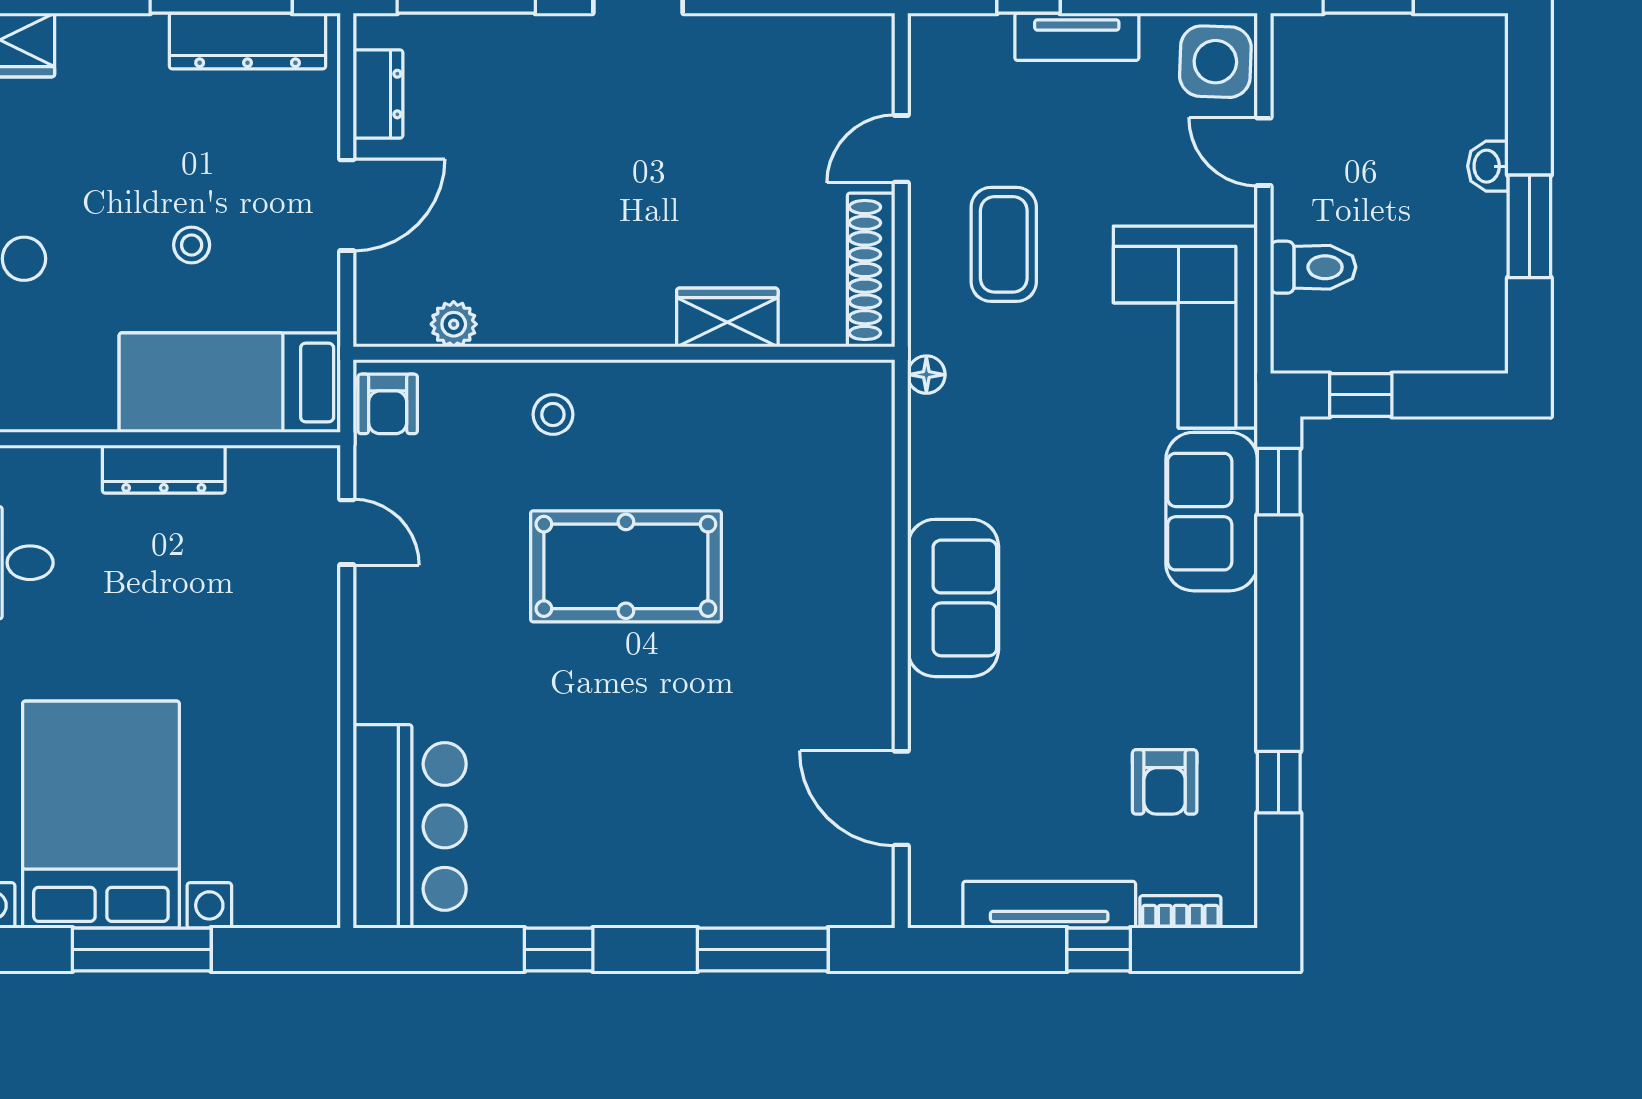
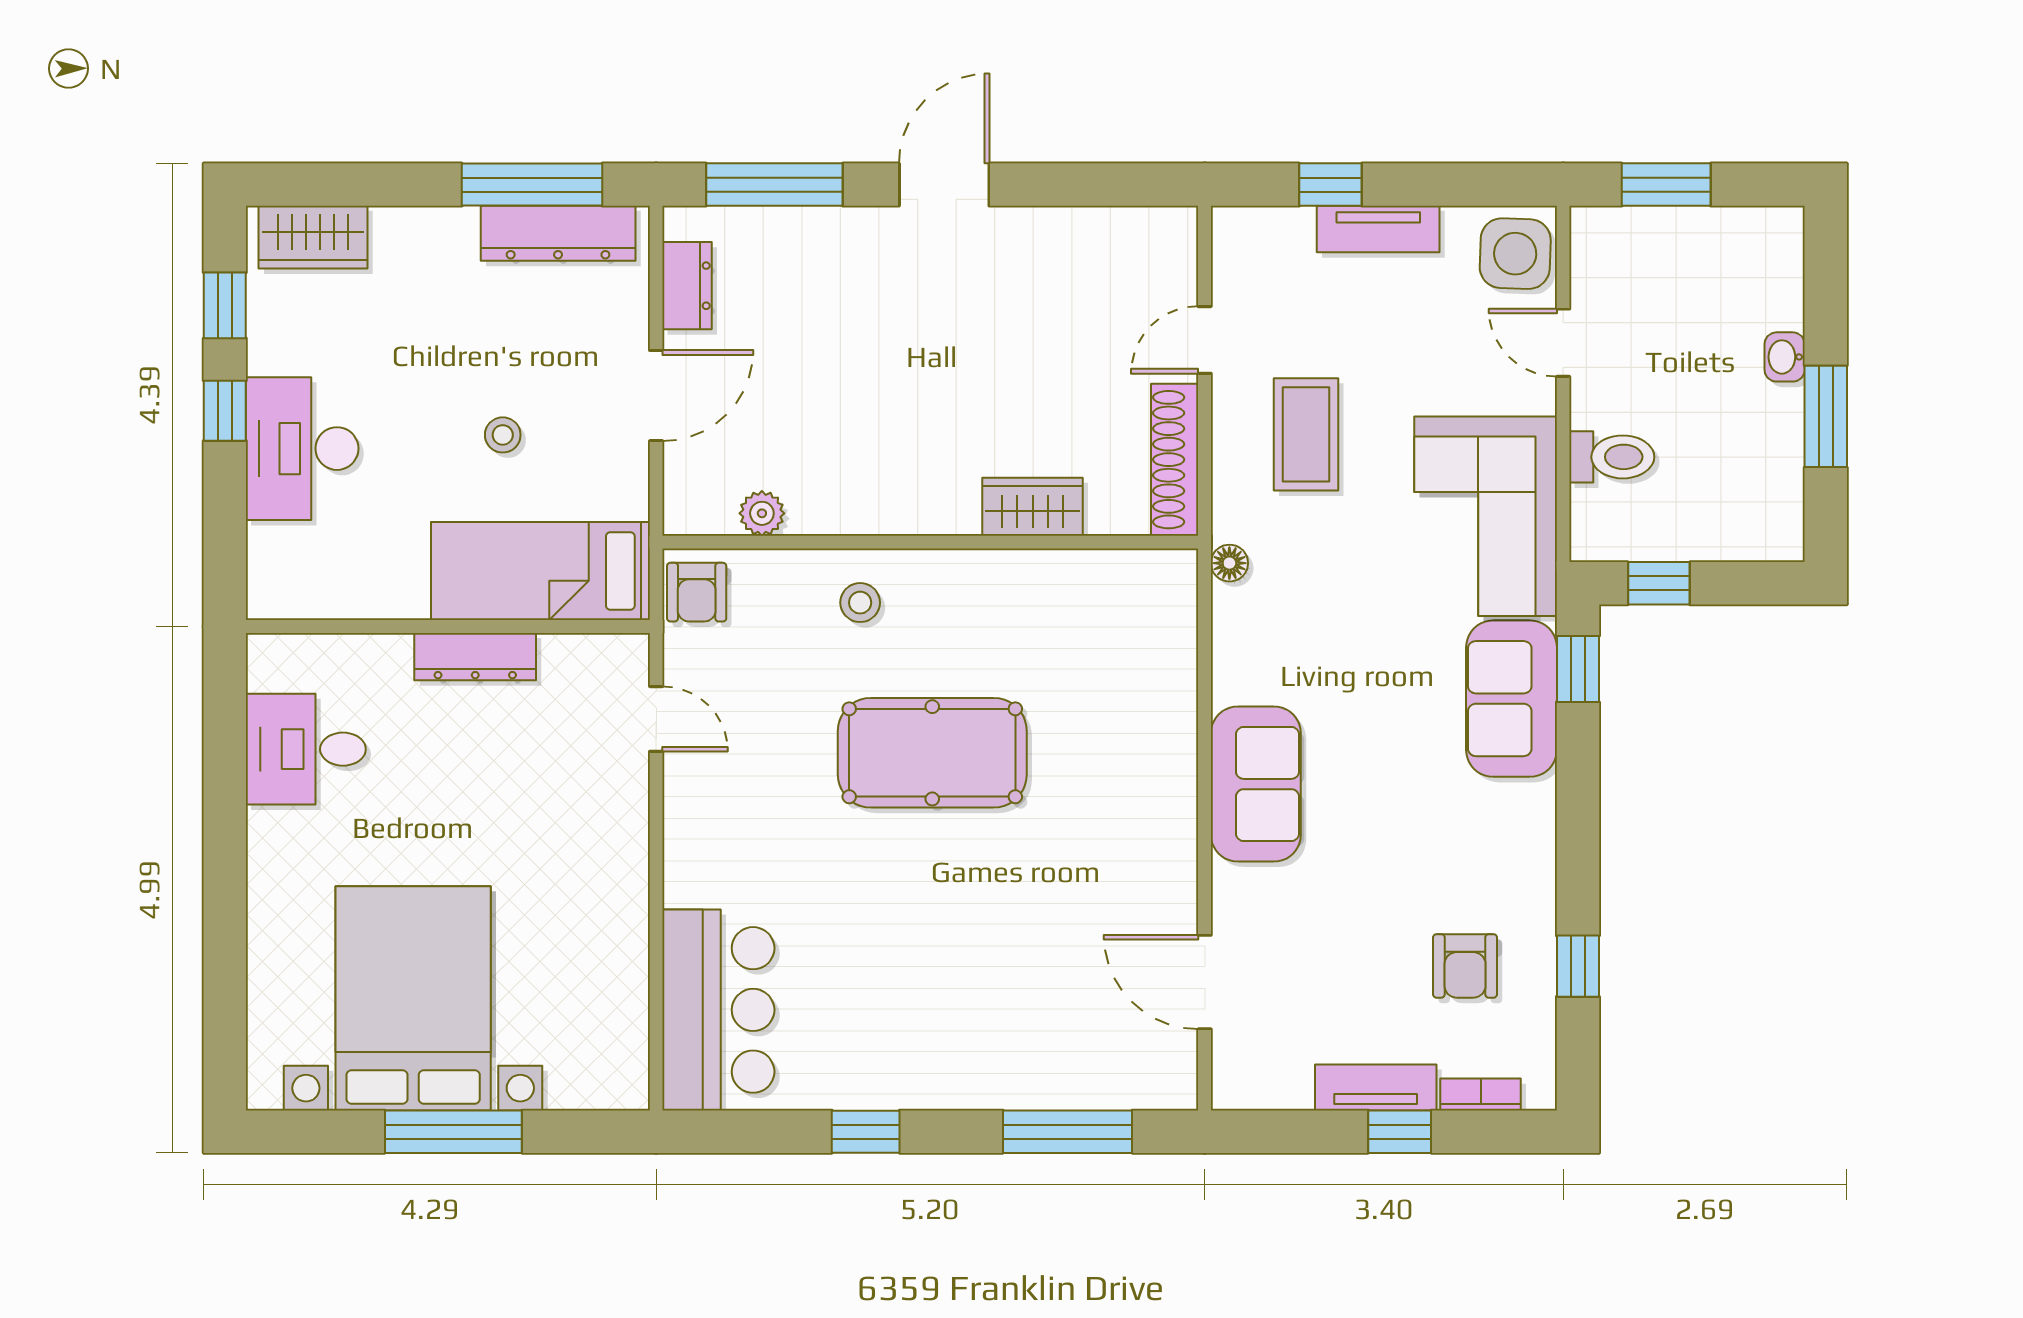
tv unit: (1049, 905) -> (1376, 1087), width x0.71

